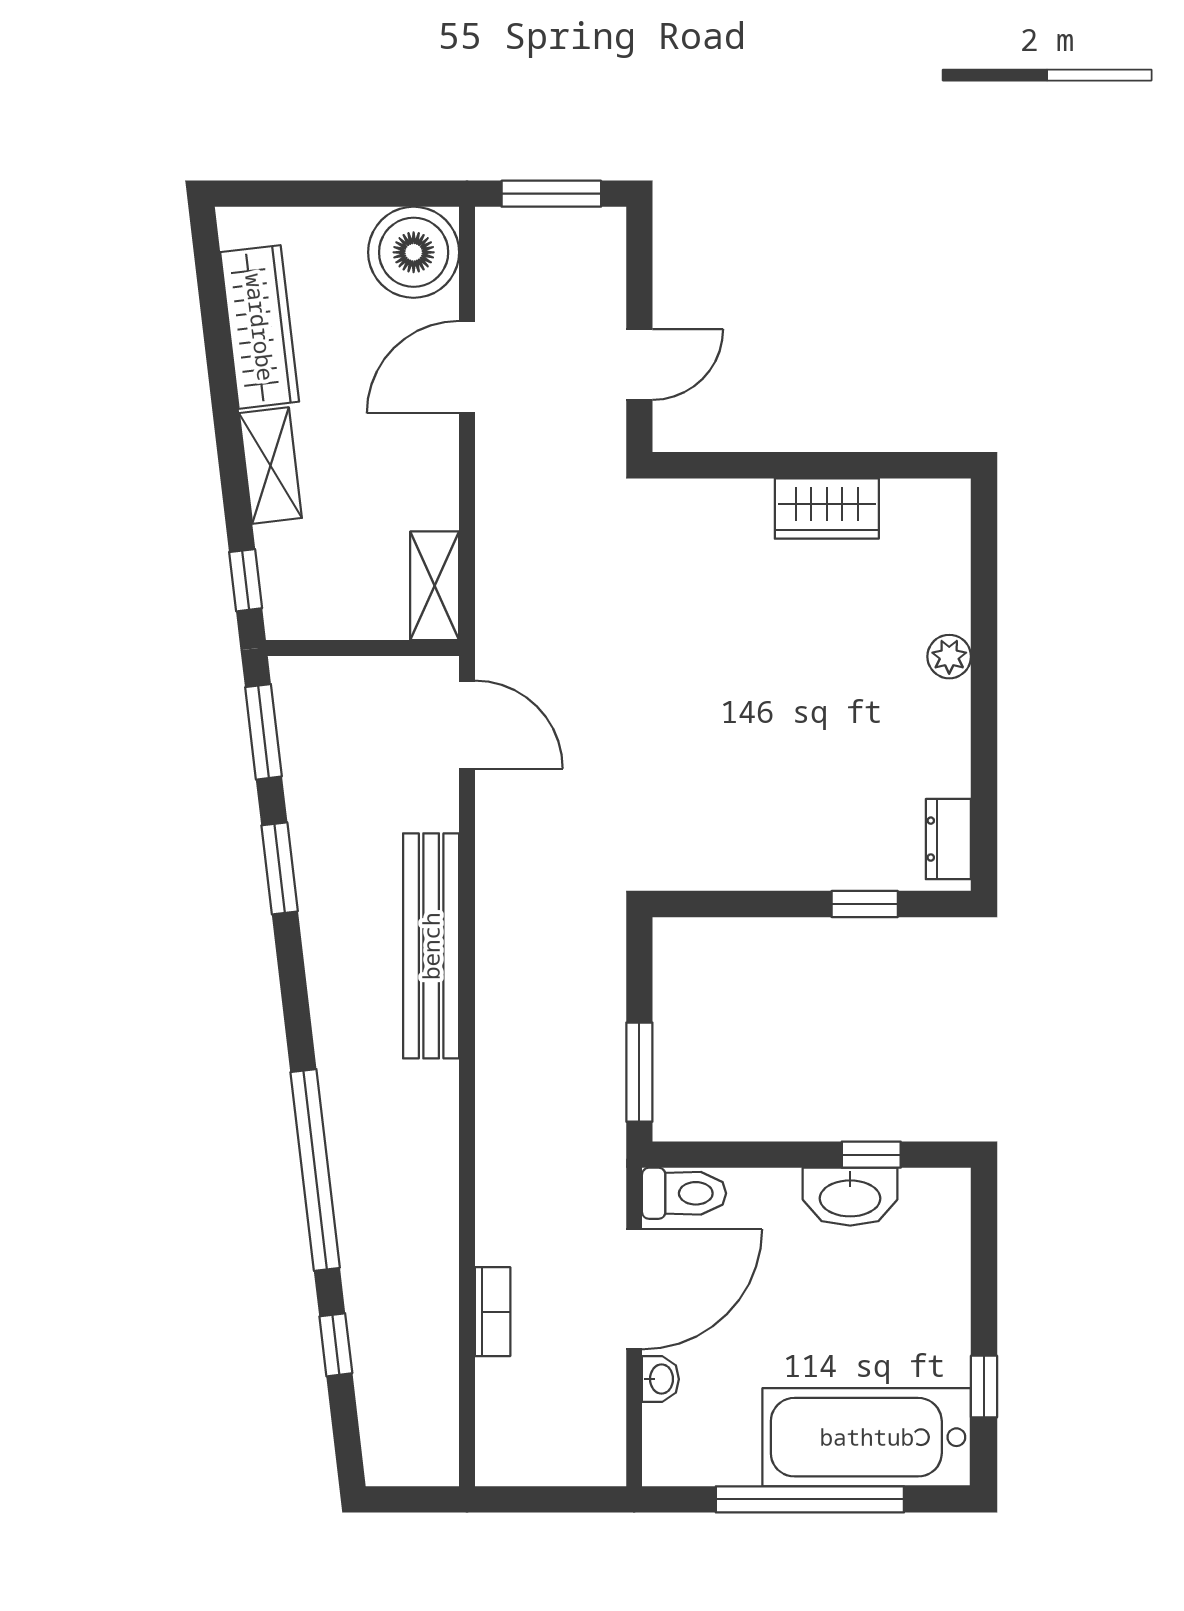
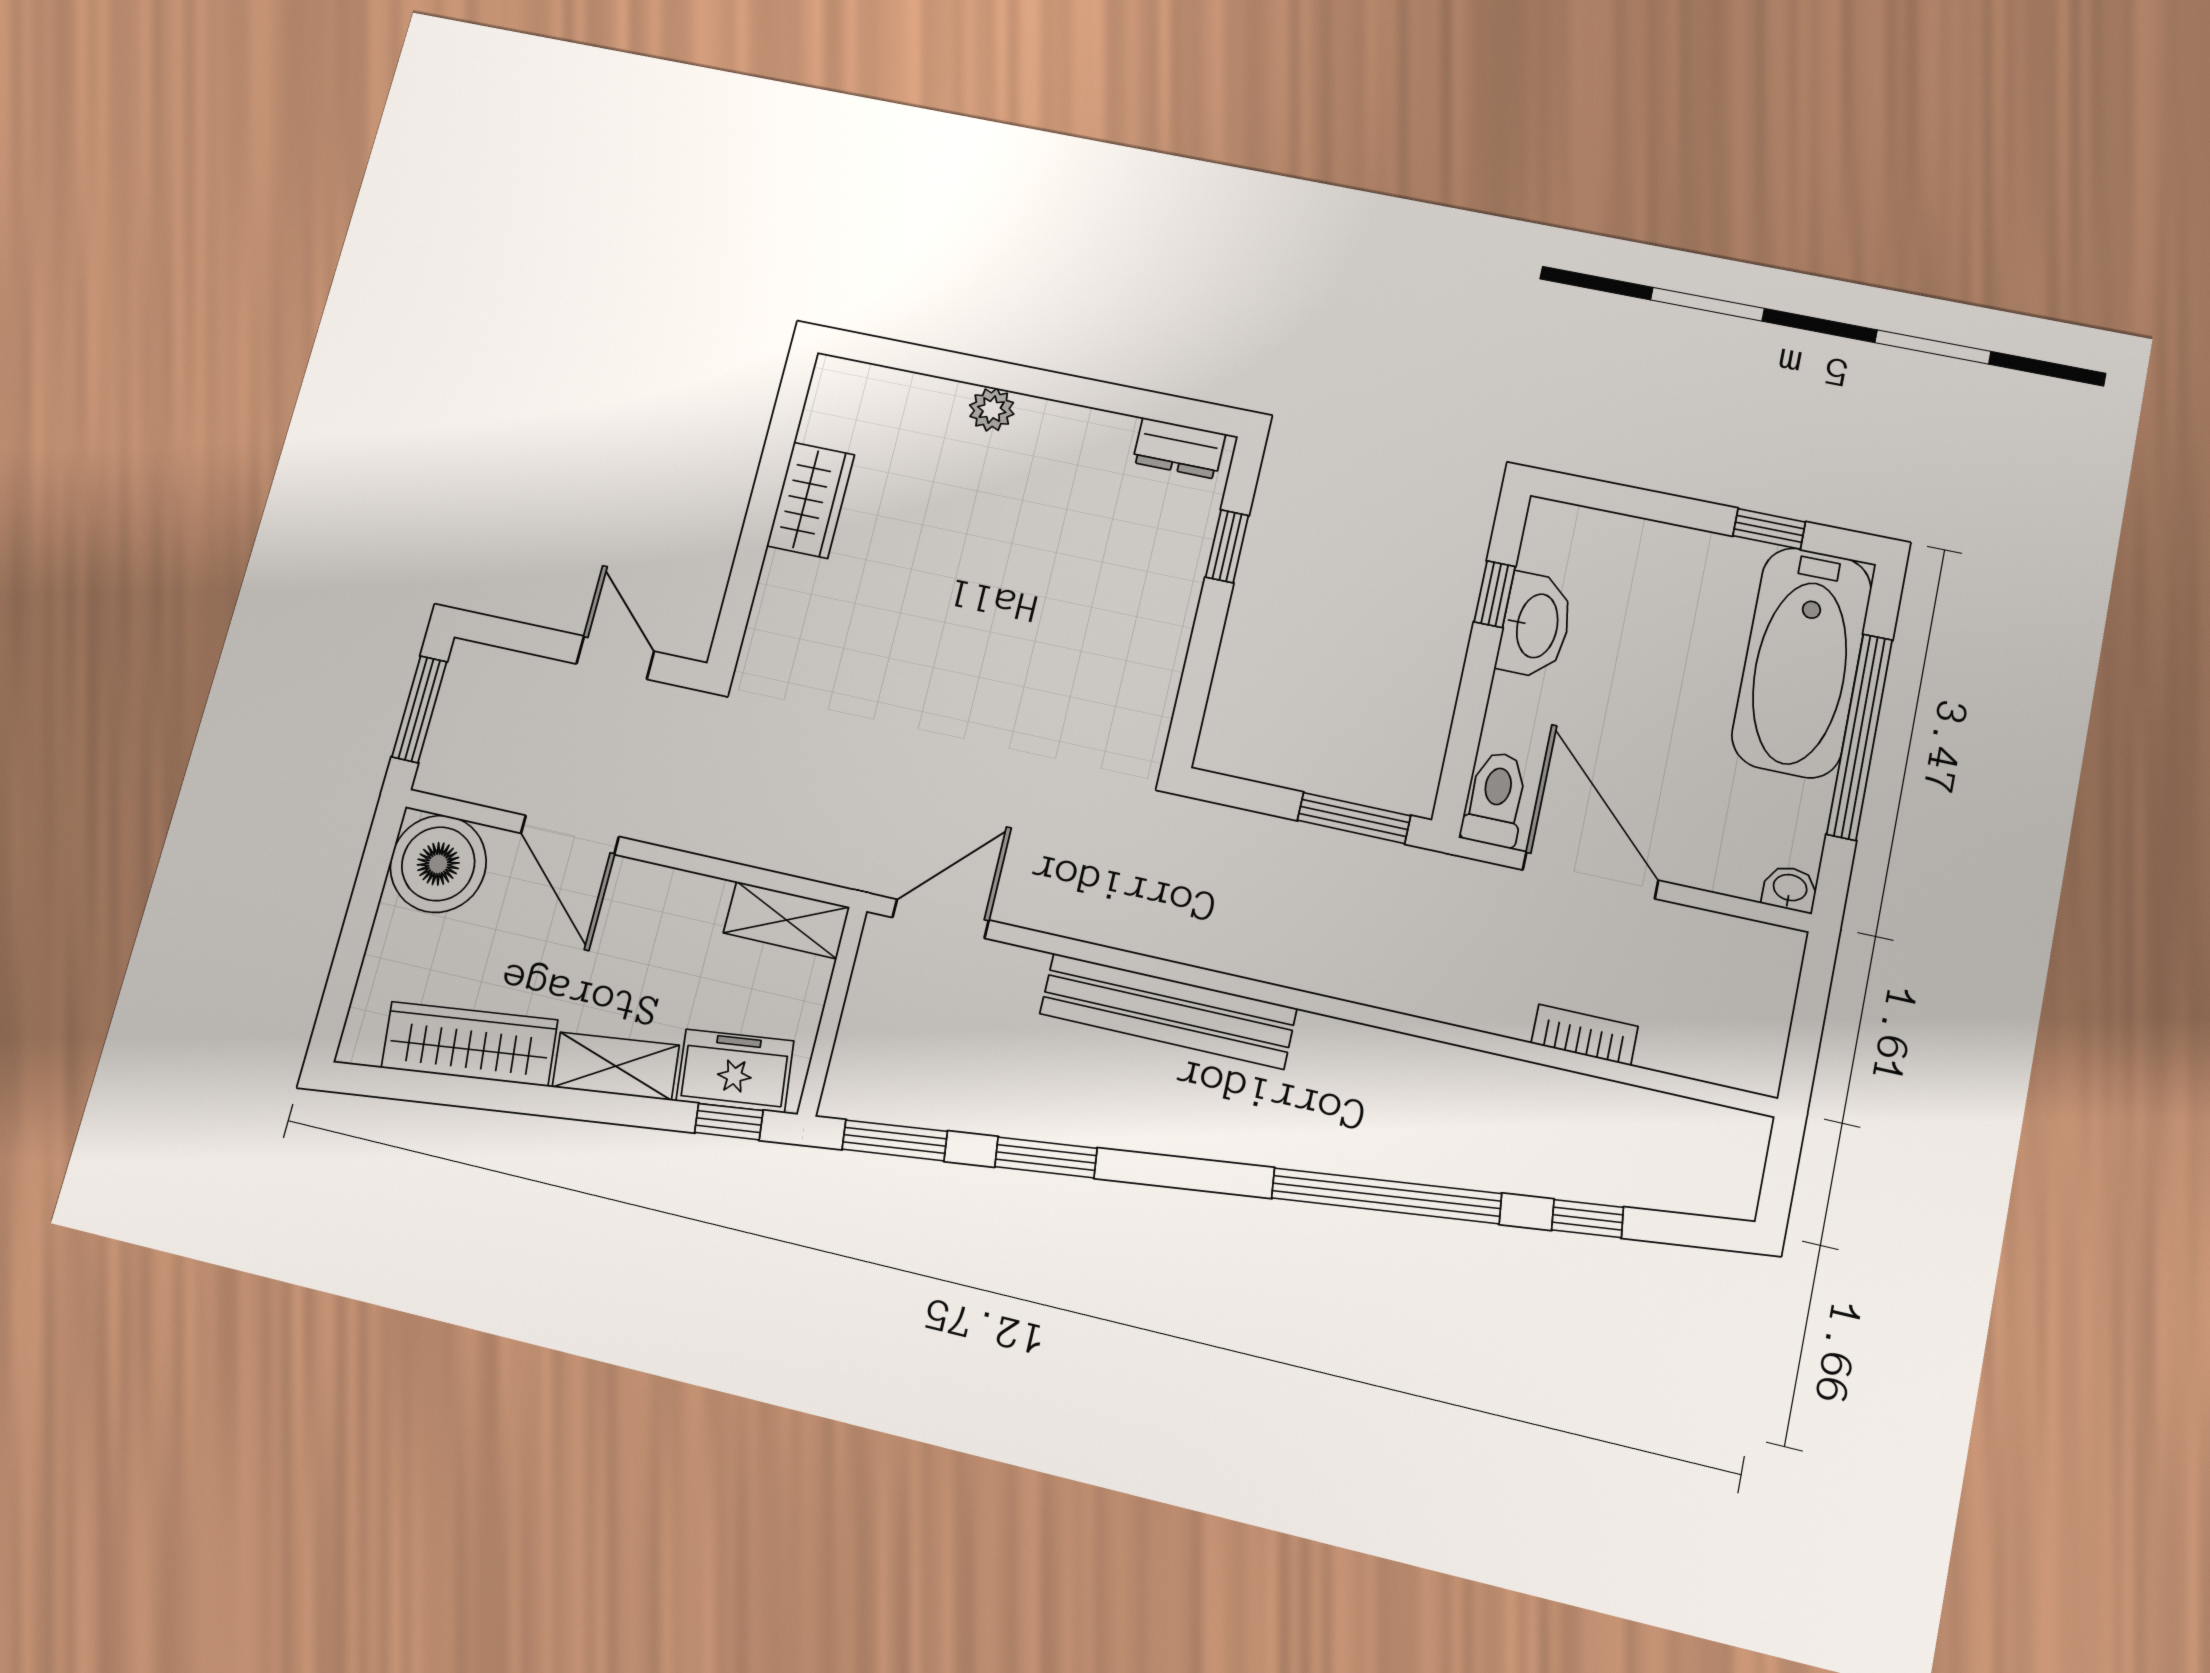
freezer: (291, 574) -> (735, 1071), added
washbasin: (660, 1379) -> (1790, 889), moved

